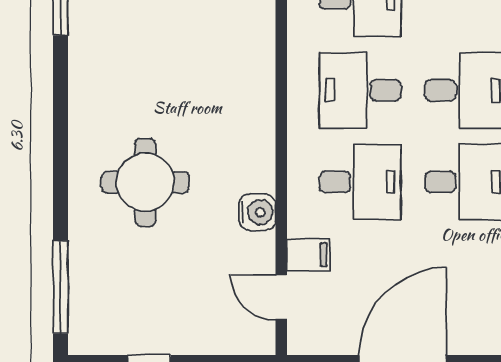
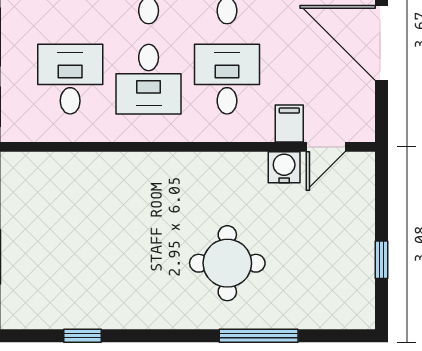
water cooler: (257, 212) -> (284, 167), moved
window: (60, 287) -> (259, 336), moved

